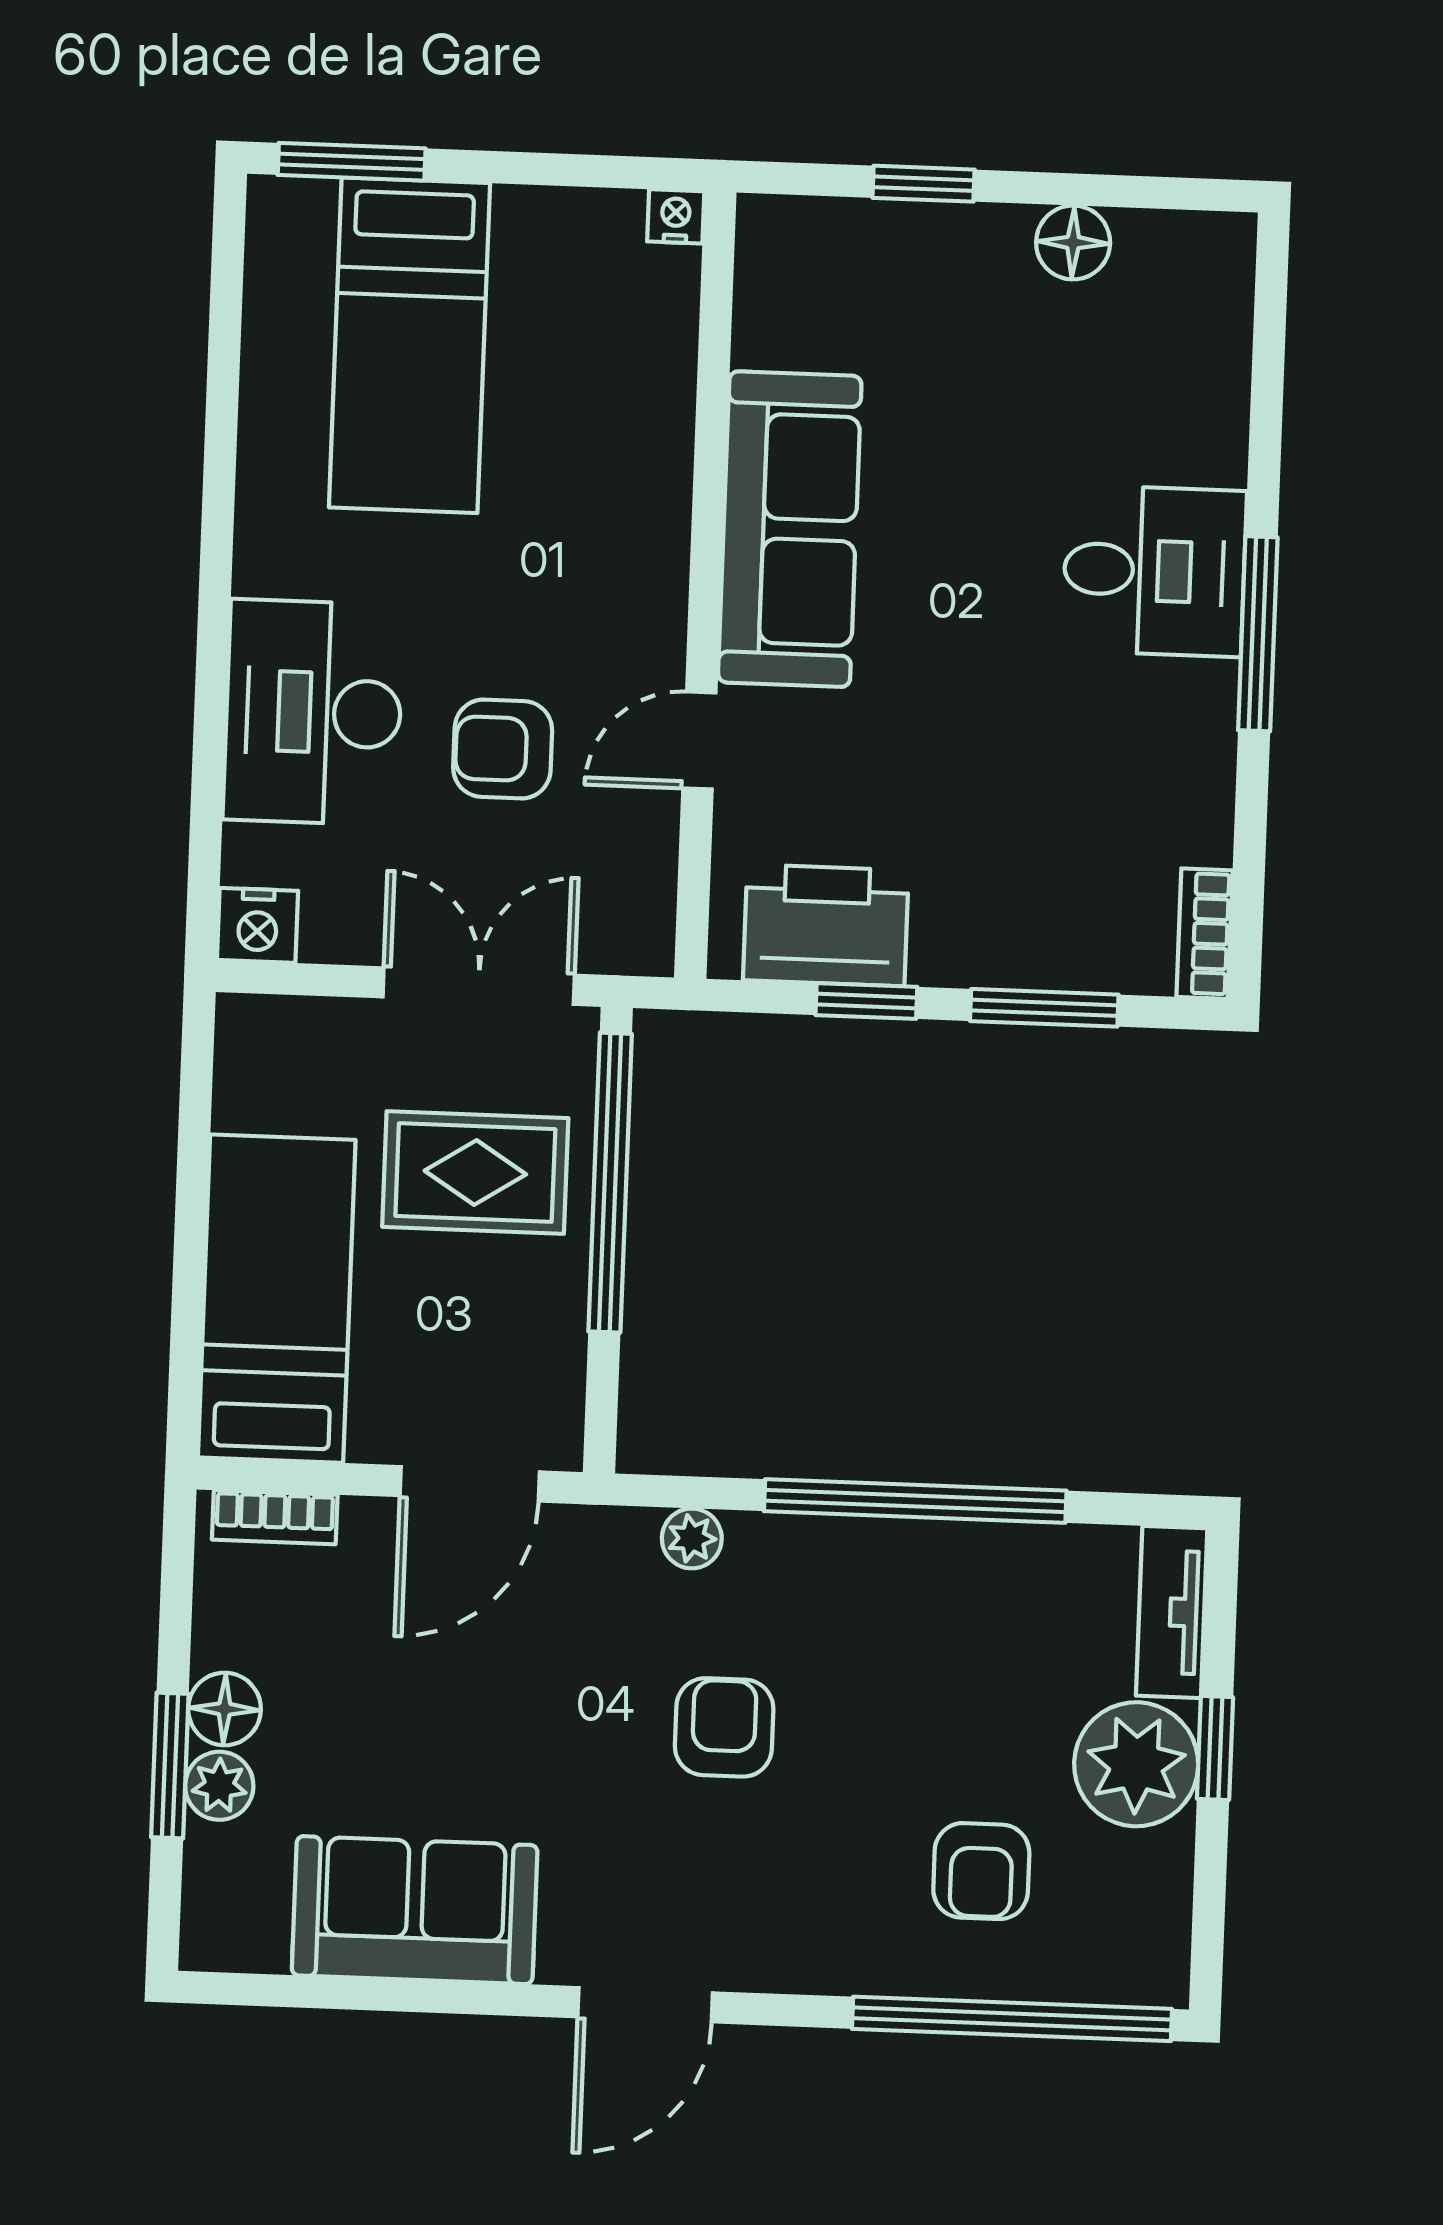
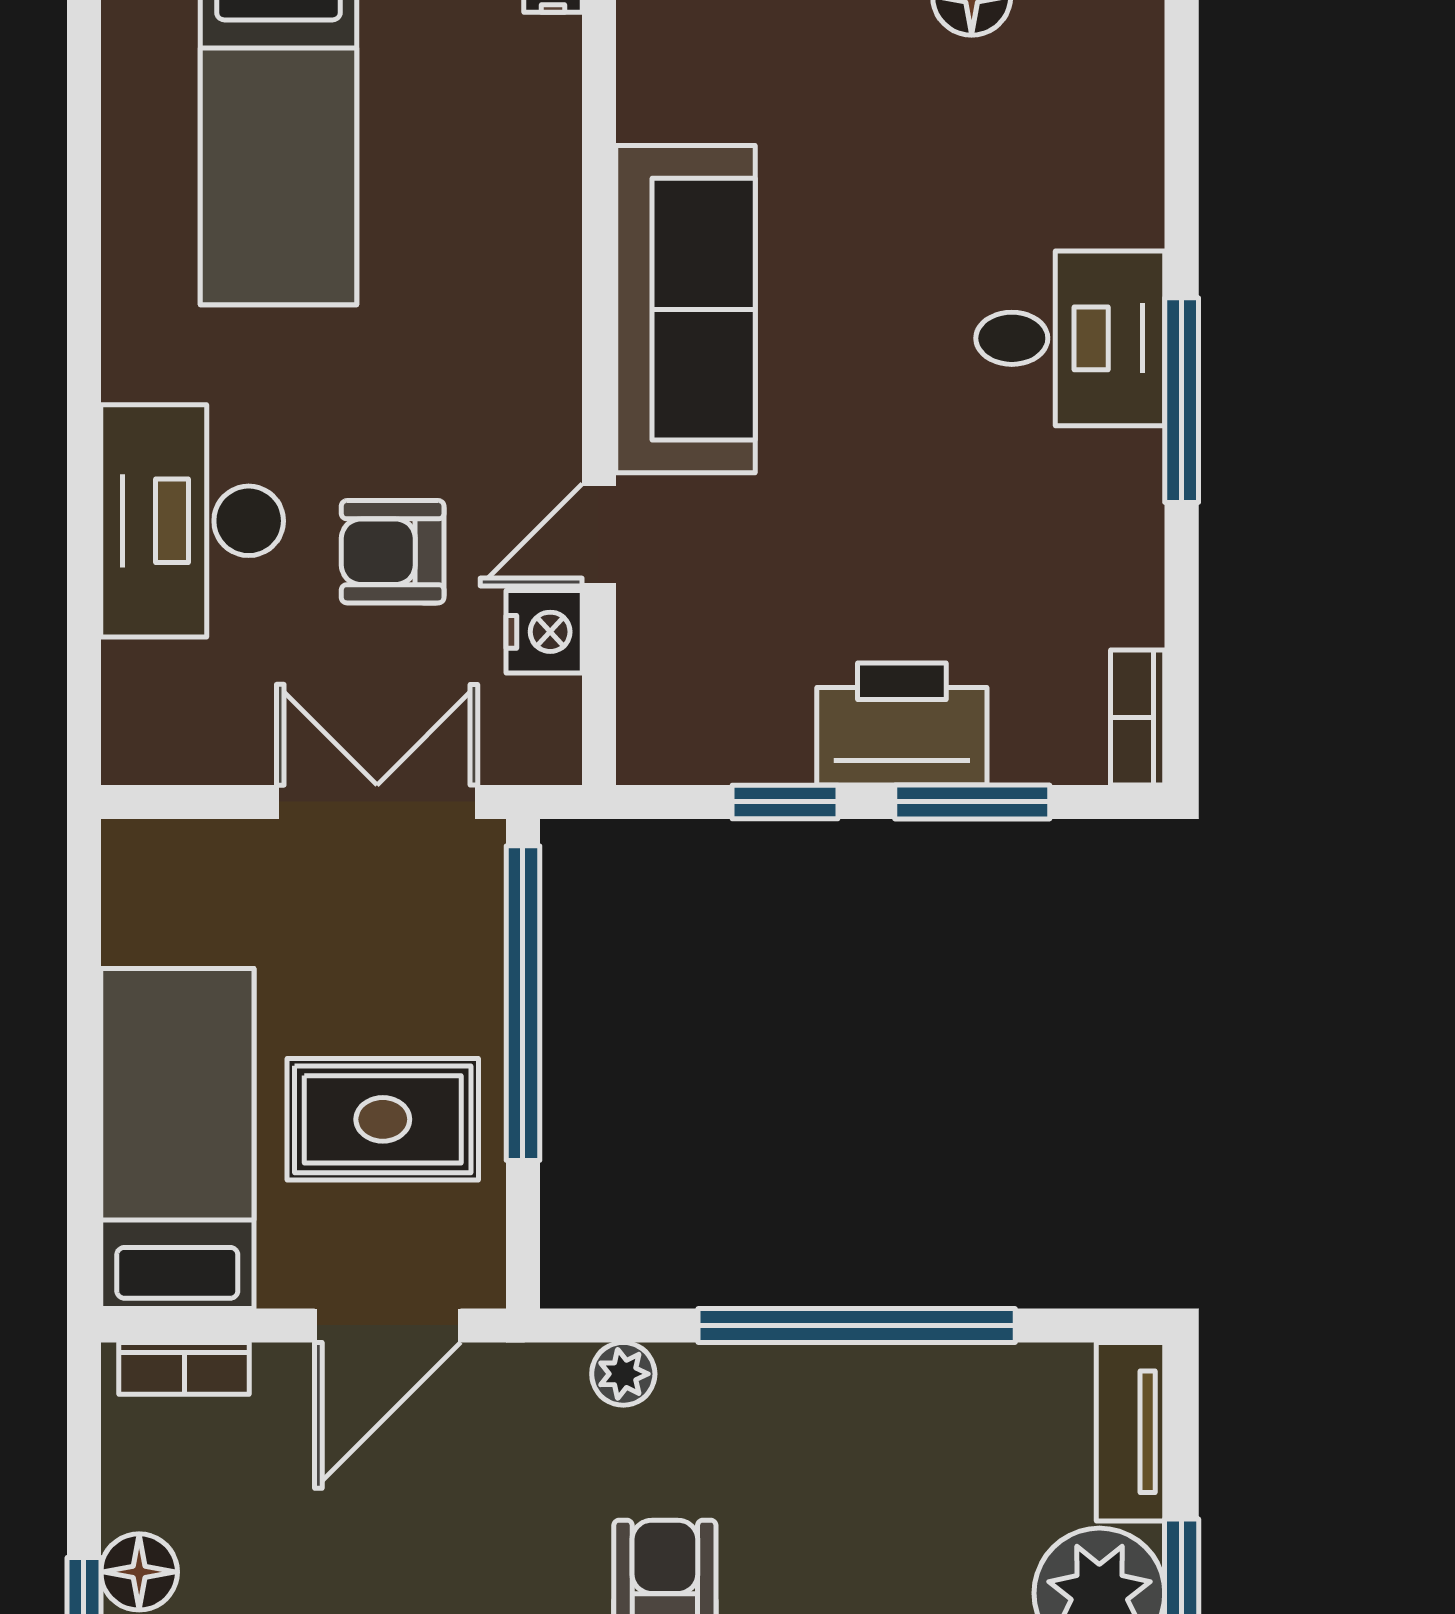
nightstand: (258, 925) -> (544, 632), moved, turned -90
printer: (826, 925) -> (902, 724), moved
rug: (475, 1172) -> (383, 1119), moved

